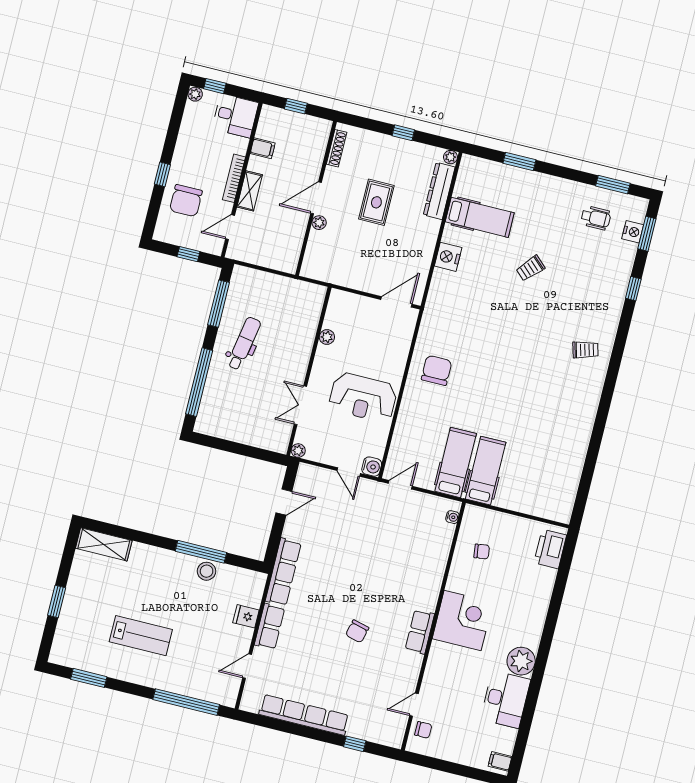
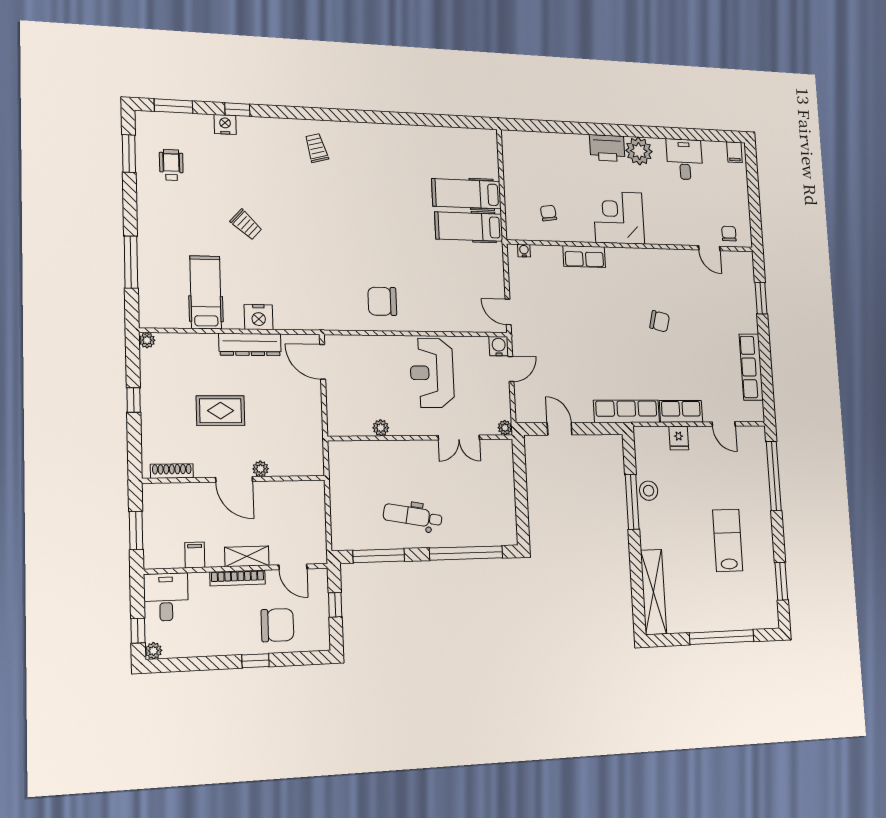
window: (296, 106) -> (136, 530), width x1.50
window: (519, 161) -> (131, 262), width x1.44
dresser: (439, 191) -> (250, 345), moved
nightstand: (633, 232) -> (225, 124), moved
reception desk: (363, 397) -> (432, 373), turned 180
hospital bed: (456, 462) -> (466, 194), moved
shelving: (104, 544) -> (653, 592), width x1.47
printer: (550, 549) -> (607, 148), moved
window: (57, 601) -> (722, 637), width x2.11
row of seats: (420, 632) -> (584, 257), moved
desk: (505, 699) -> (685, 159), width x0.73
row of seats: (304, 715) -> (751, 367), width x0.73
window: (355, 744) -> (761, 298), width x1.50

